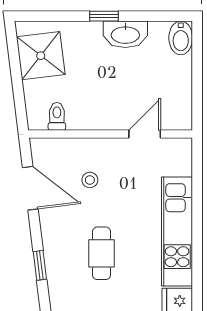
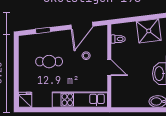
door: (145, 134) -> (109, 68), moved
kitchen unit: (177, 232) -> (80, 100), moved

